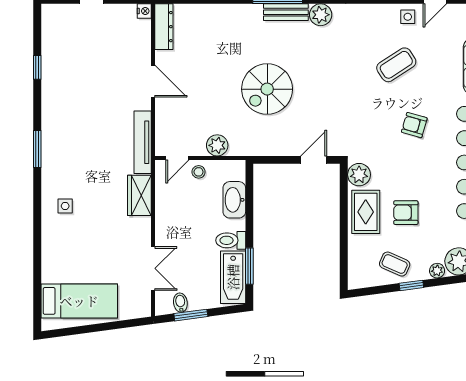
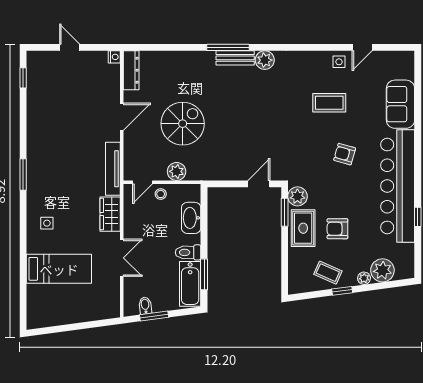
coffee table: (396, 65) -> (329, 103), turned 33
window: (37, 67) -> (23, 78), moved
door: (153, 81) -> (122, 117), hinge flipped
spiral stairs: (267, 89) -> (183, 124), moved, turned 180
window: (344, 193) -> (285, 212), added
double door: (153, 268) -> (122, 258), moved
bed: (79, 301) -> (59, 269), moved

